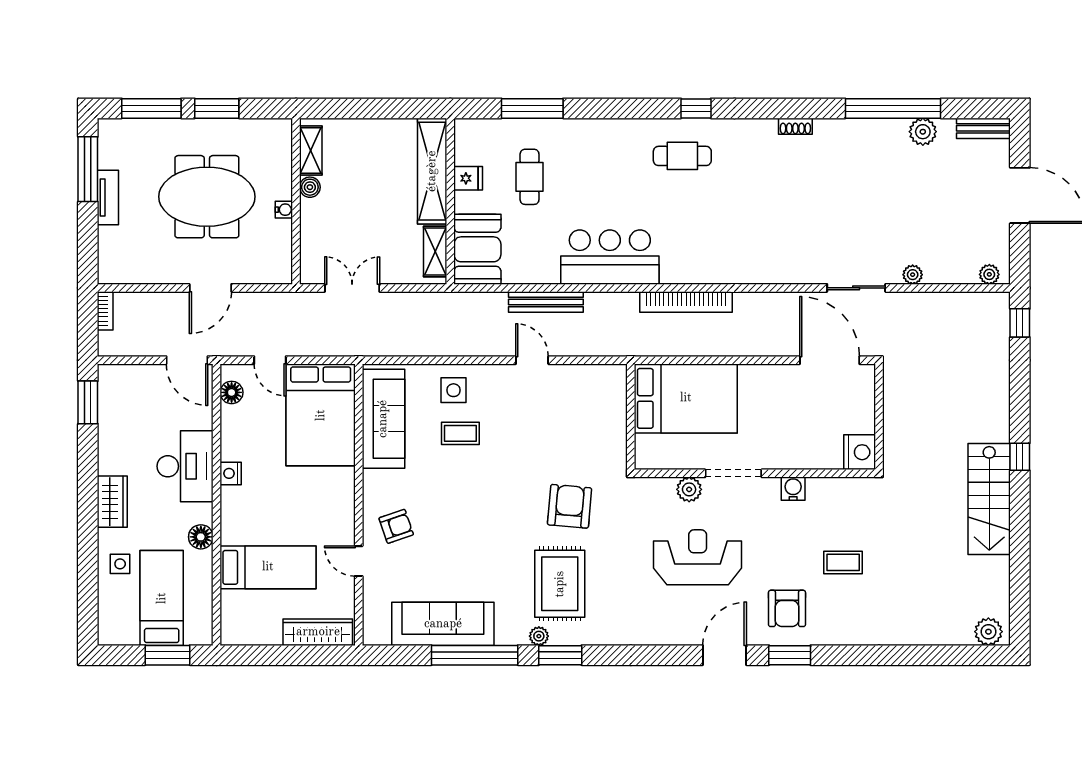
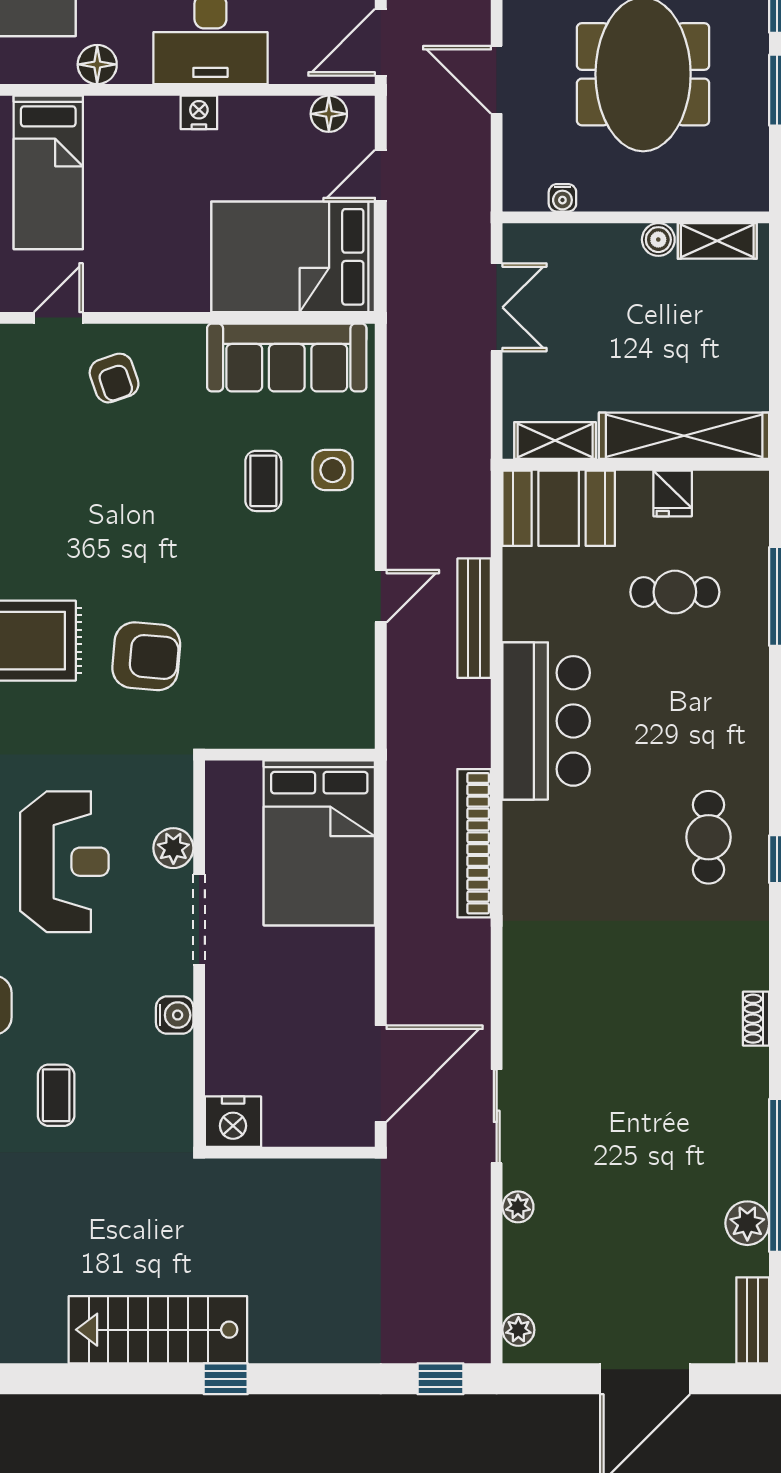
water cooler: (284, 210) -> (562, 198), moved

